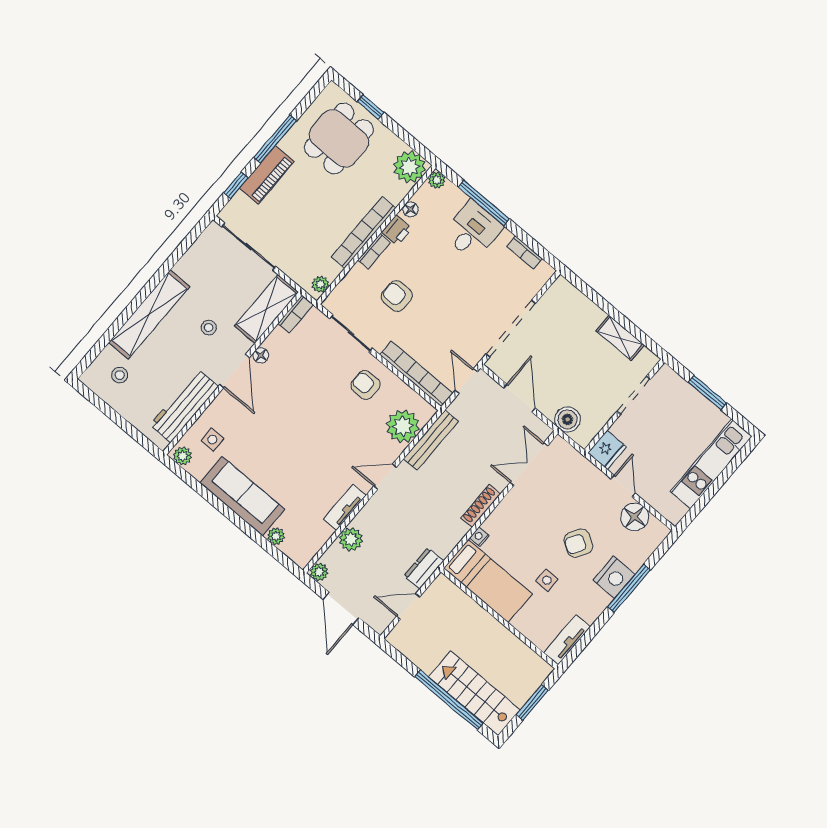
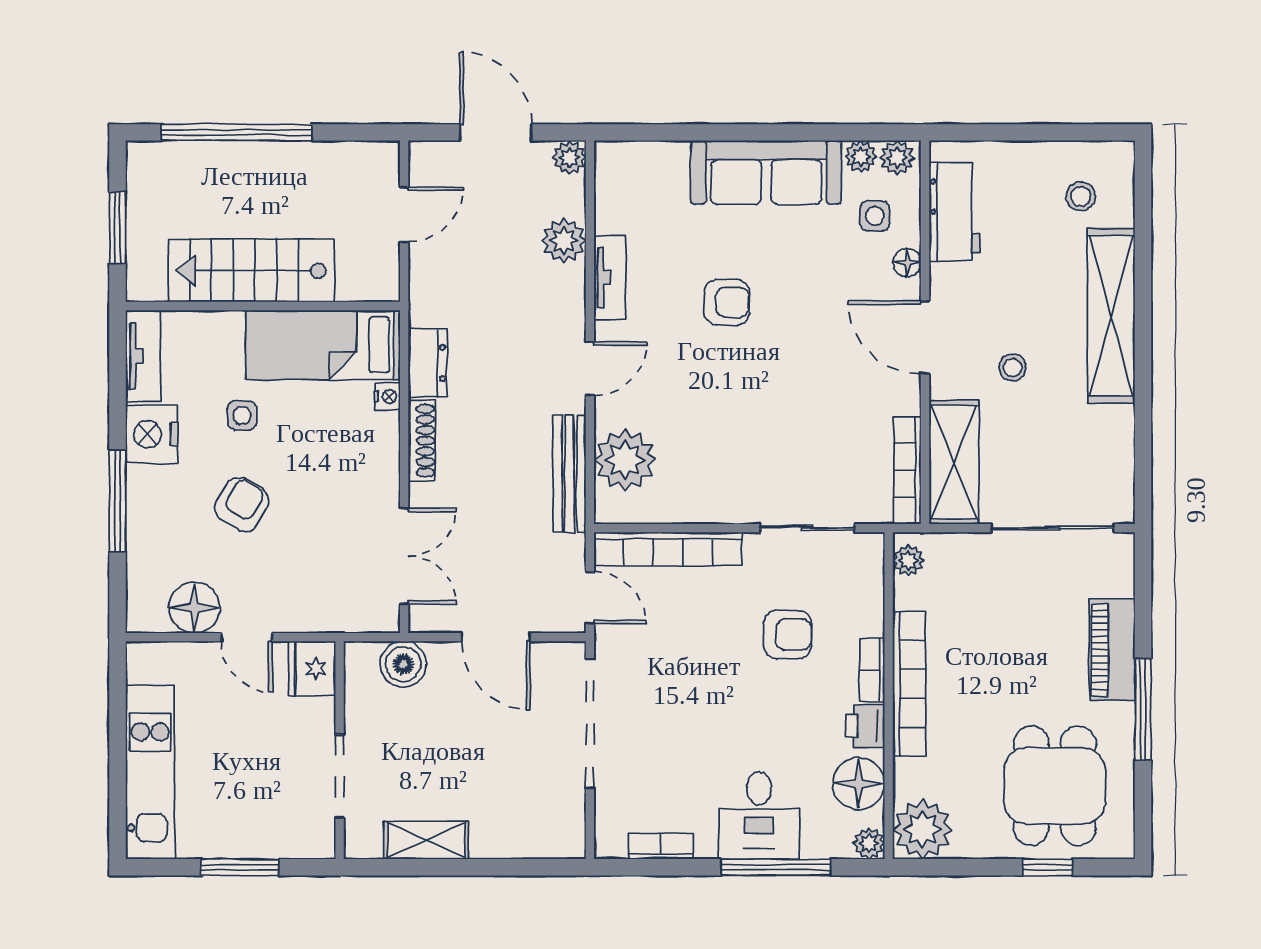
window: (236, 185) -> (1143, 599), removed
floor lamp: (410, 209) -> (859, 784), width x1.89, depth x1.89
bookcase: (296, 314) -> (907, 470), width x1.56
floor lamp: (261, 355) -> (907, 263), moved
armchair: (366, 385) -> (727, 302), moved
workbench: (184, 406) -> (955, 212), width x0.73
plant: (276, 536) -> (861, 156), moved
dresser: (424, 568) -> (427, 363), moved
nightstand: (614, 577) -> (152, 434), moved
stairs: (474, 693) -> (252, 271), moved, turned 180

